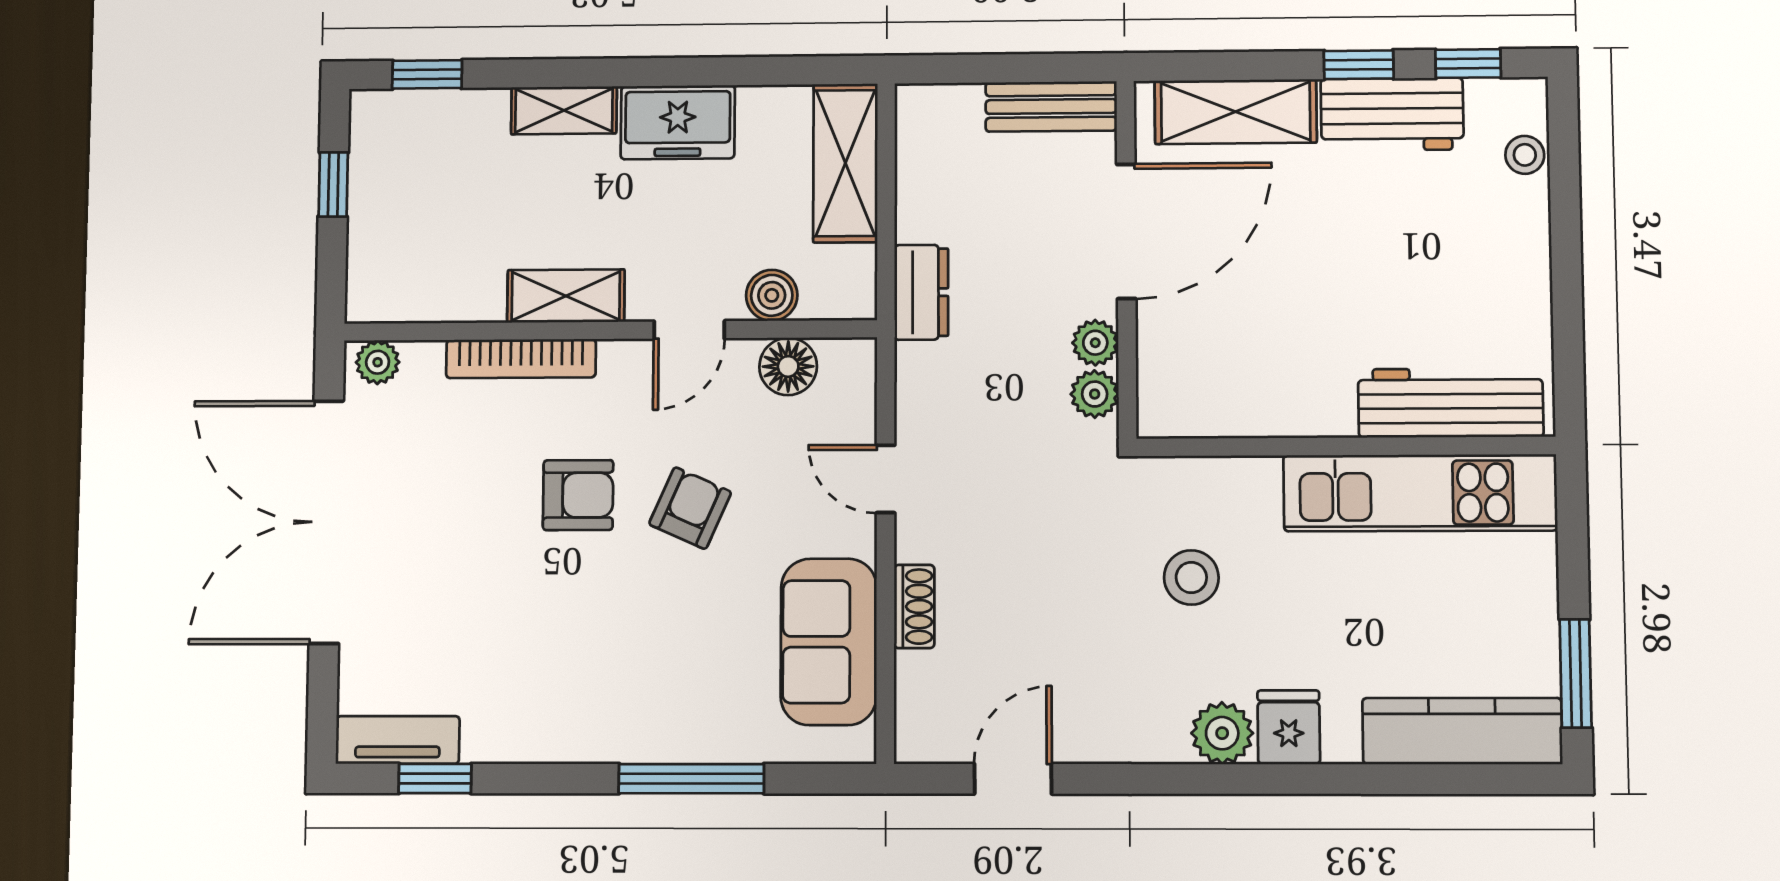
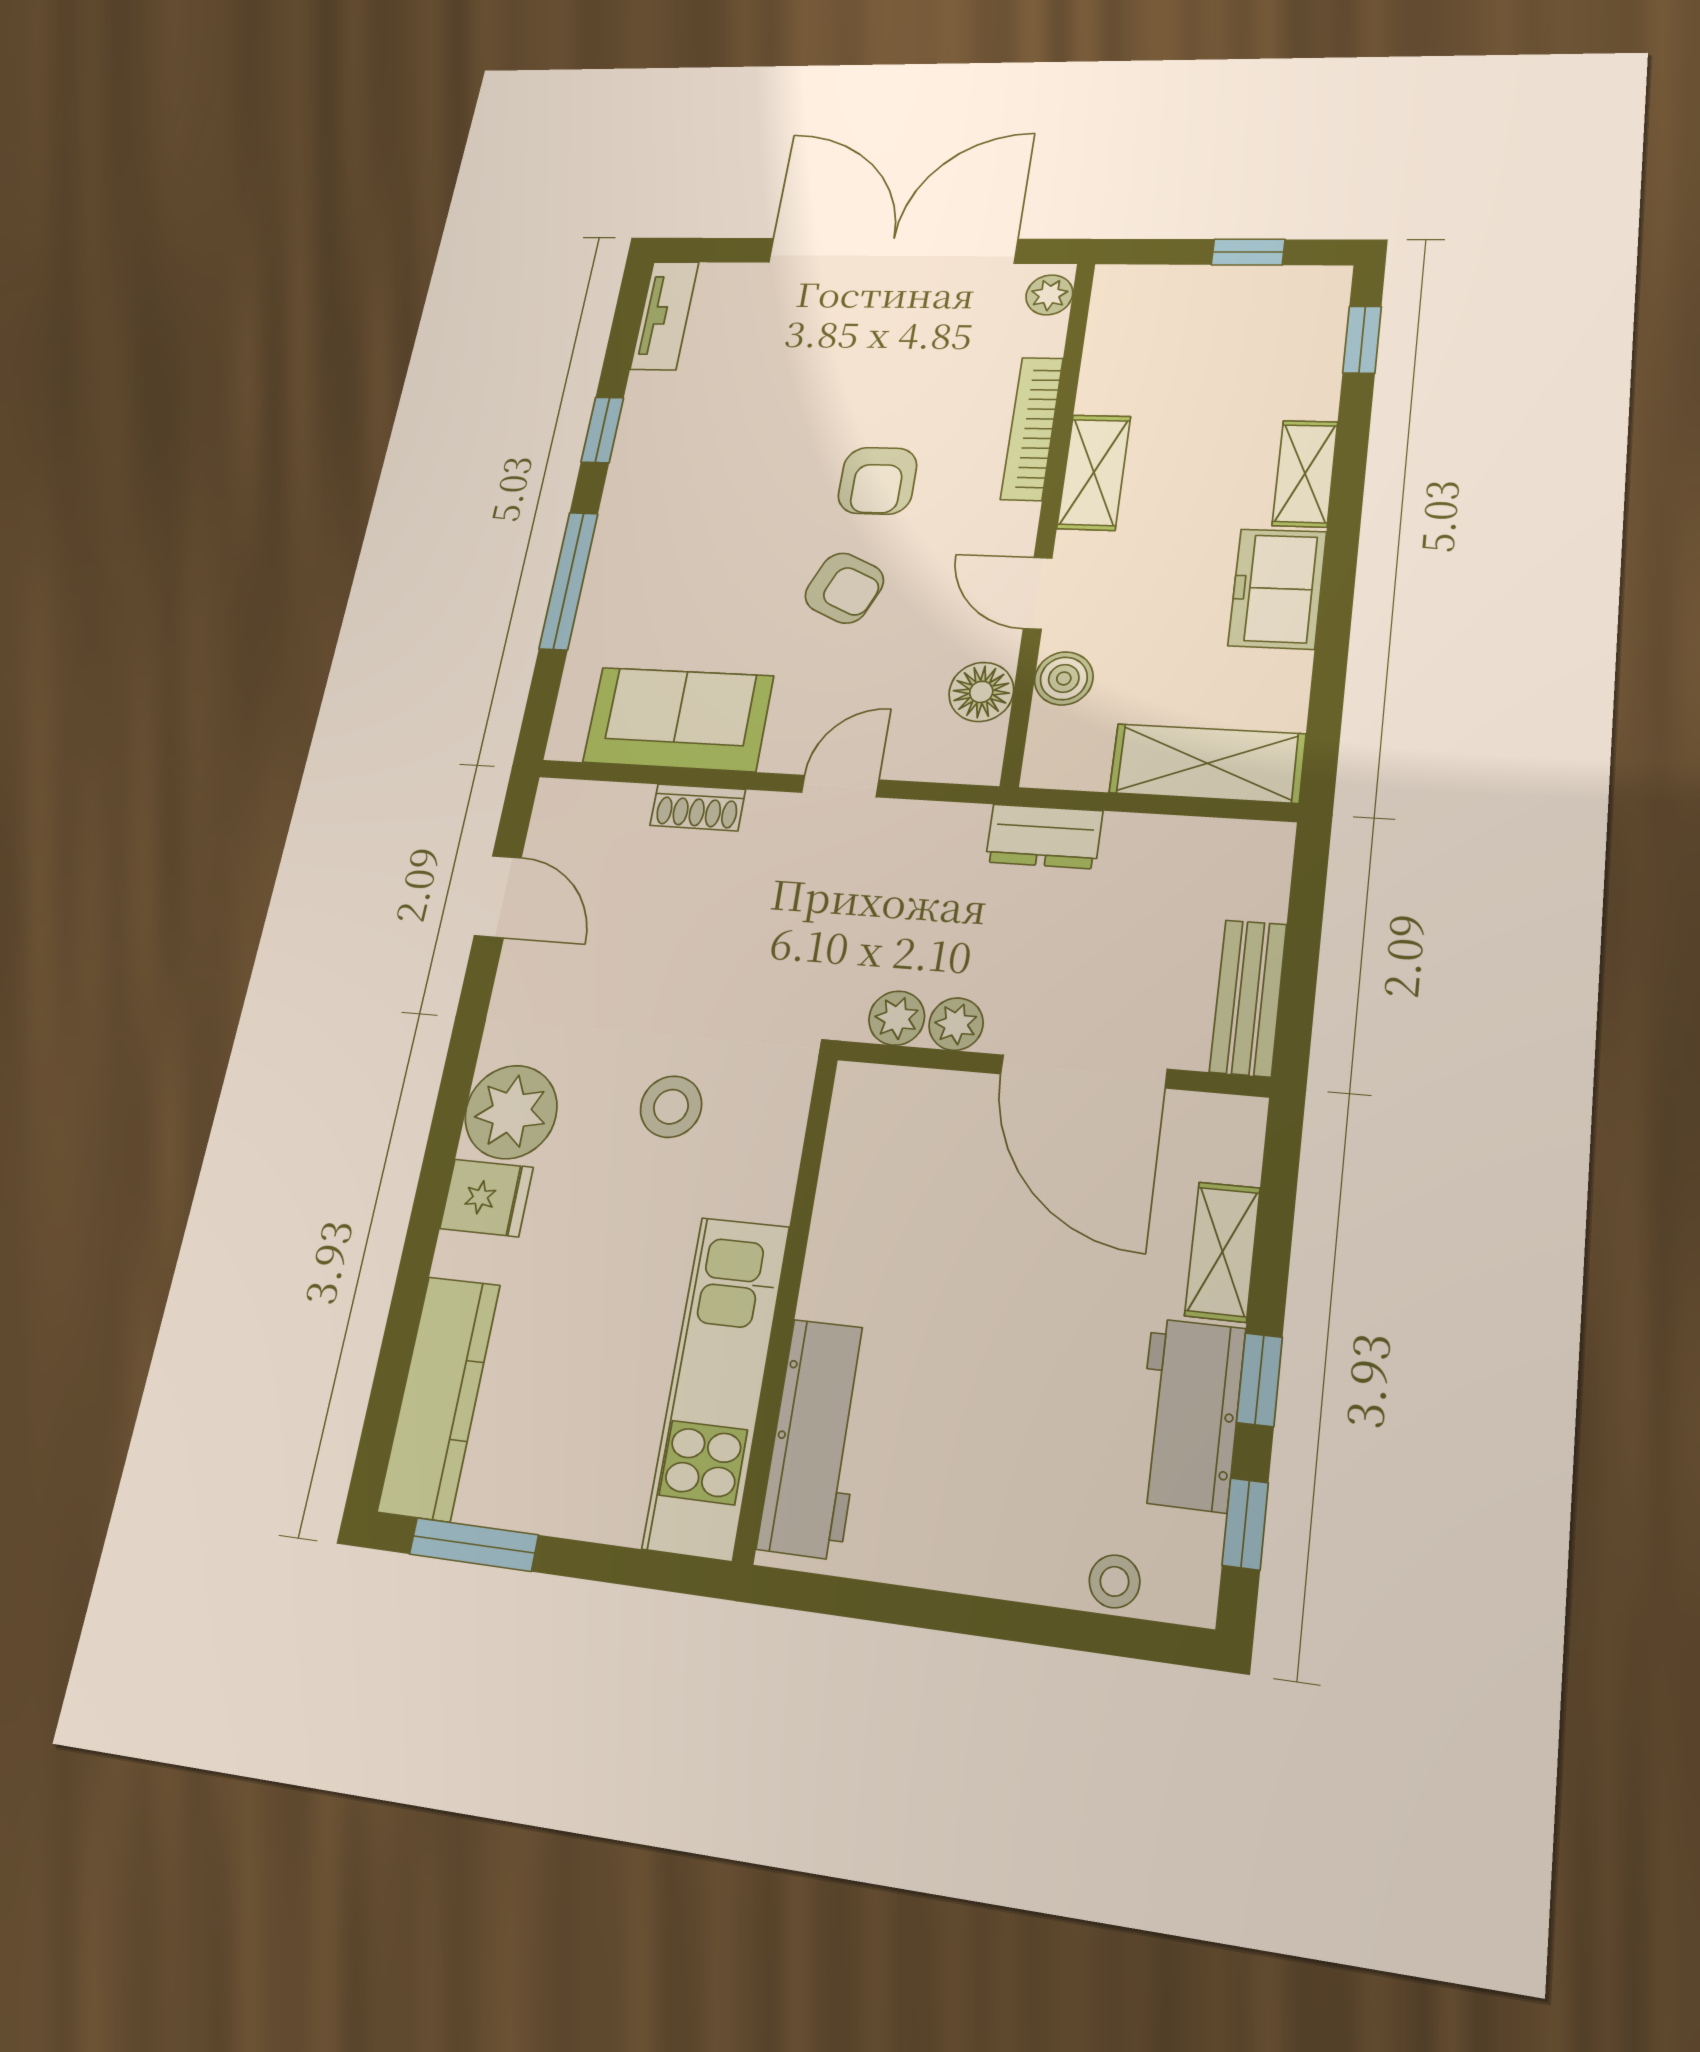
shelving: (1236, 112) -> (1222, 1252), width x0.67, depth x0.75
plant: (1222, 733) -> (511, 1112), width x1.36, depth x1.36
window: (435, 778) -> (602, 430), moved

